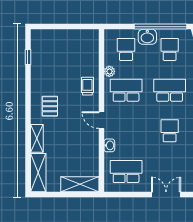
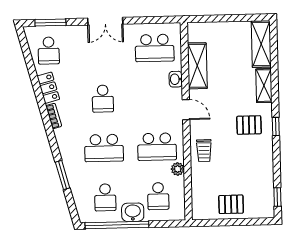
pallet: (66, 41) -> (231, 204), added
window: (28, 57) -> (277, 197), moved
window: (28, 104) -> (276, 126), added
pallet: (50, 106) -> (249, 125), turned 90
shelving: (80, 184) -> (197, 66), moved, turned 90

